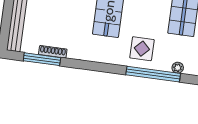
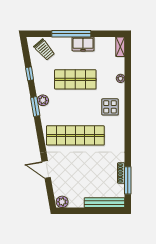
window: (153, 74) -> (128, 96), removed

